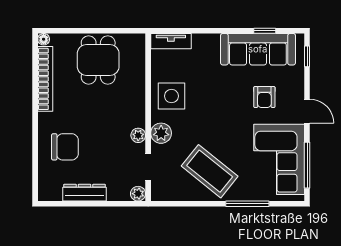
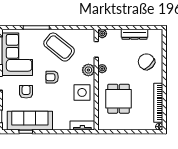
dining table: (98, 60) -> (119, 99), moved
armchair: (221, 121) -> (52, 77), added
chair: (65, 147) -> (146, 62), turned 45

